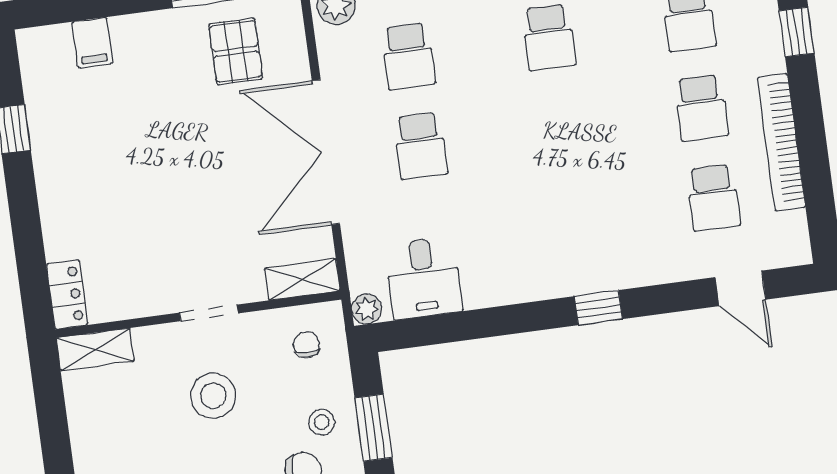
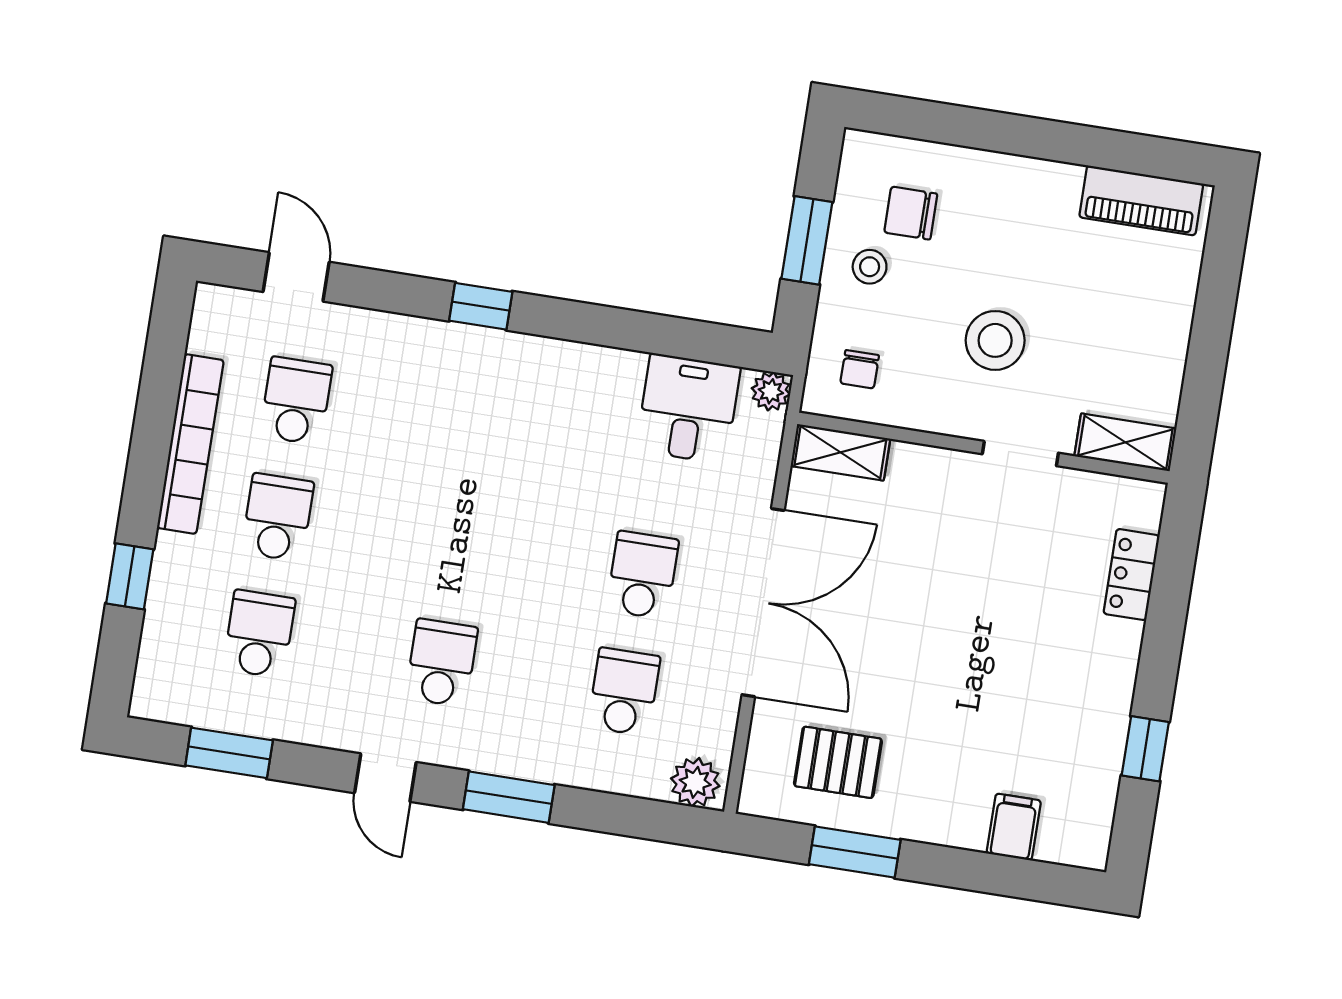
pallet: (236, 51) -> (838, 762), turned 90
locker: (67, 294) -> (1131, 575), moved
doorway: (209, 313) -> (1020, 454), moved

